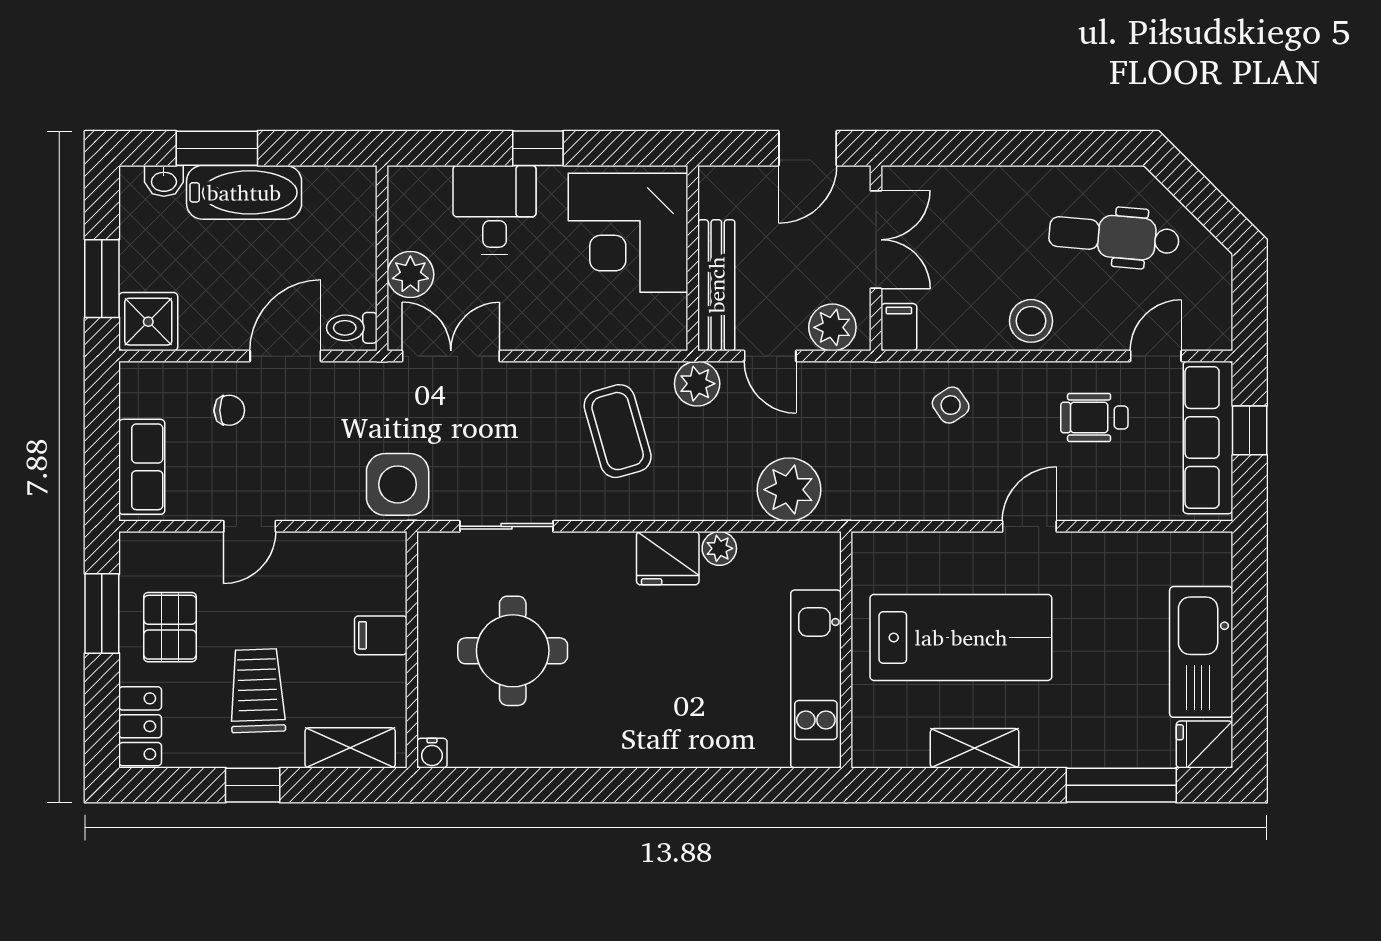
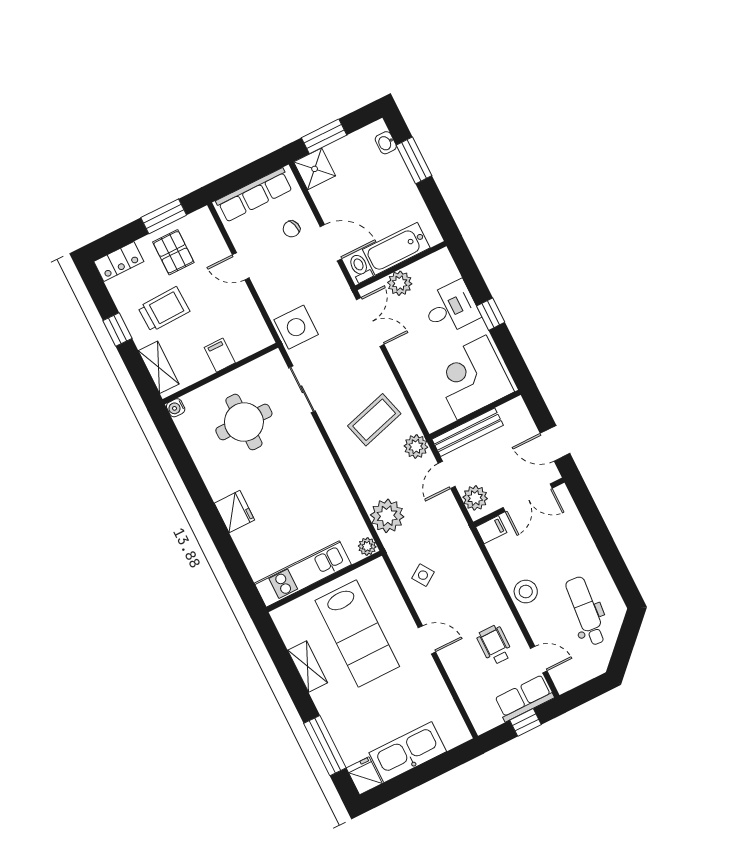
bathtub: (244, 192) -> (396, 249), moved, turned 90
side table: (951, 405) -> (423, 575), moved
chair: (229, 410) -> (291, 229), turned 73
row of seats: (1208, 437) -> (524, 698), width x0.68
row of seats: (142, 467) -> (254, 195), width x1.48
plant: (719, 548) -> (367, 546), moved
fridge: (668, 558) -> (234, 512), moved, turned 180
pallet: (170, 627) -> (173, 252), turned 90

